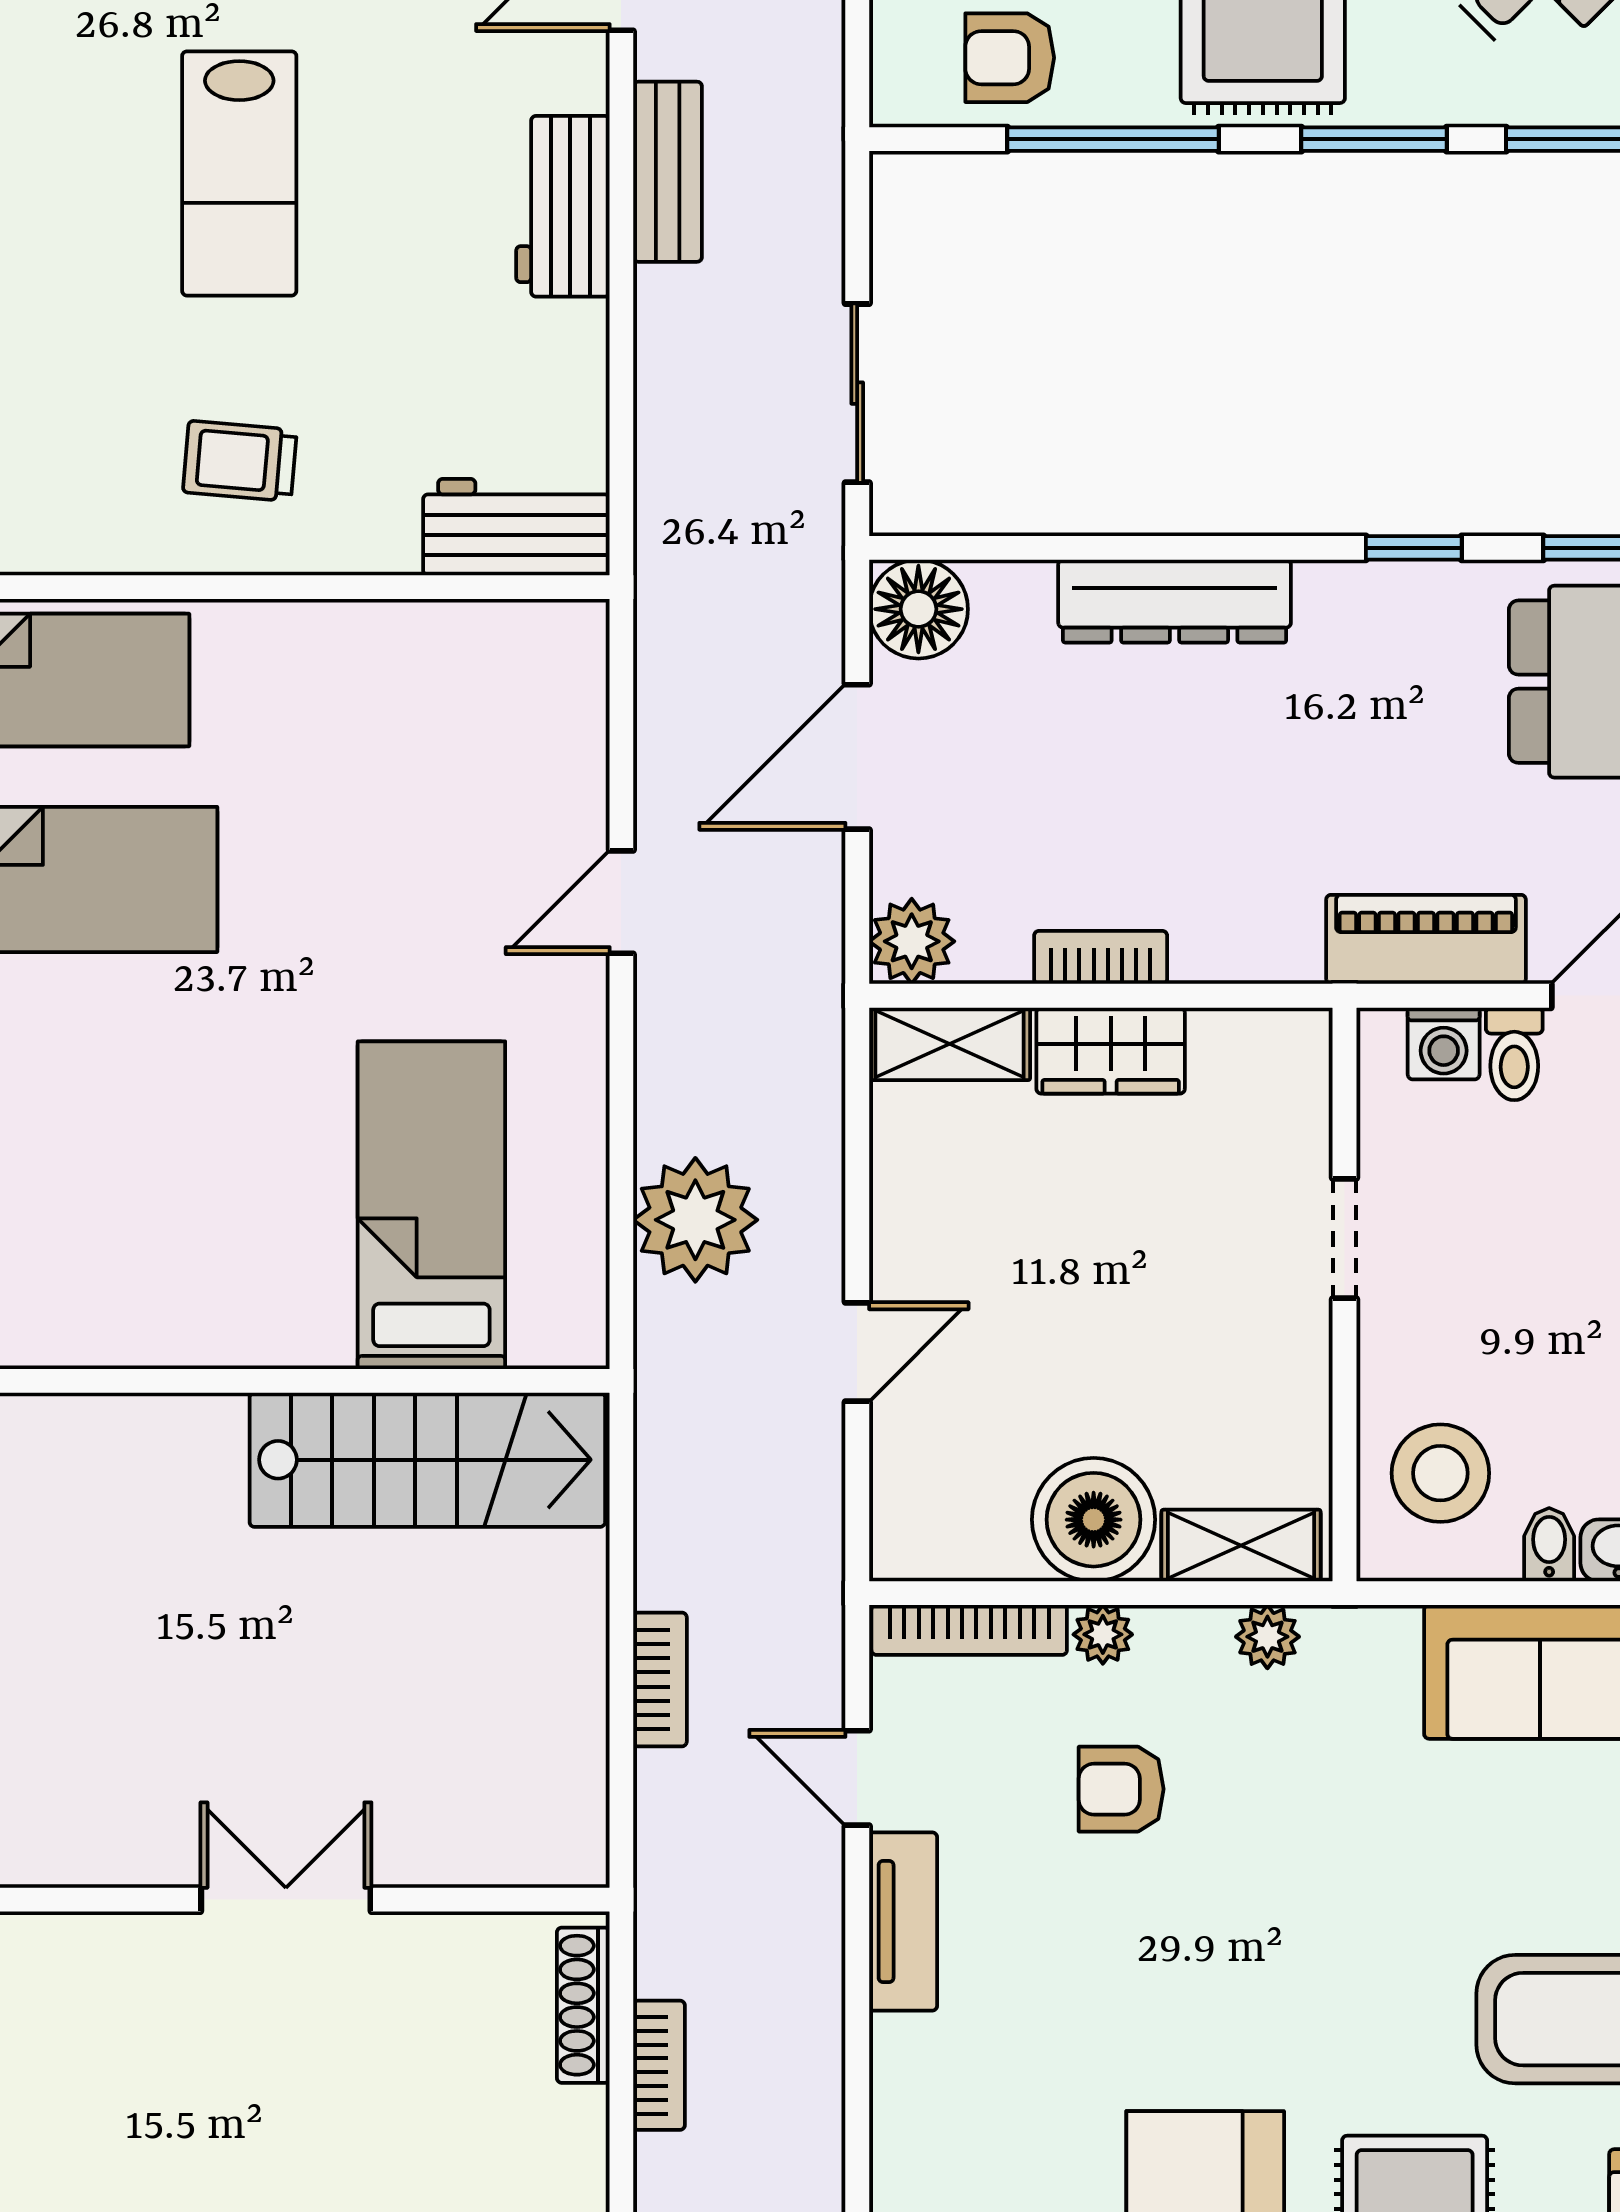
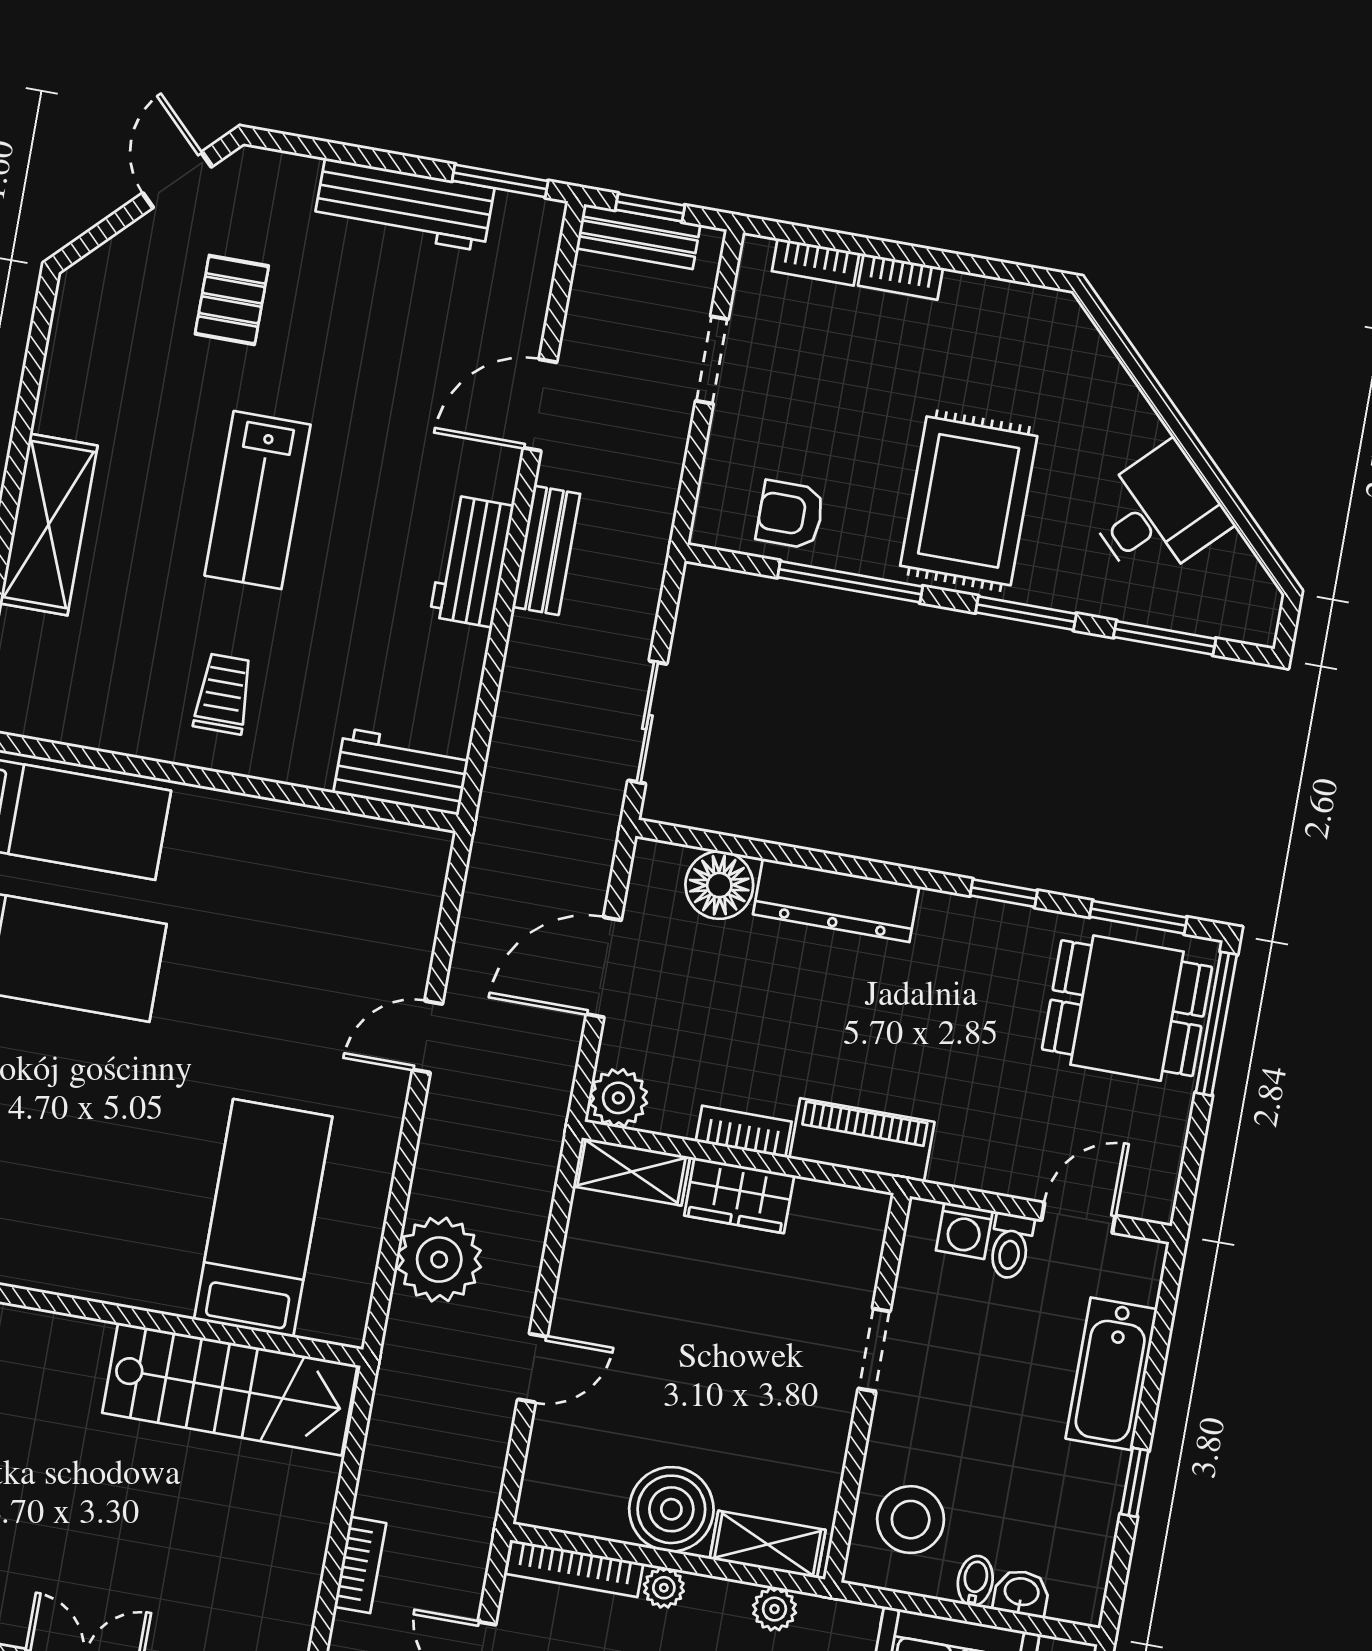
trolley: (240, 461) -> (223, 694), turned 85
floor lamp: (918, 609) -> (719, 885), moved
piano: (1426, 939) -> (862, 1140), moved

